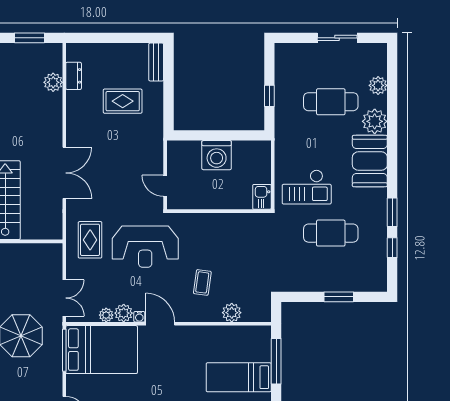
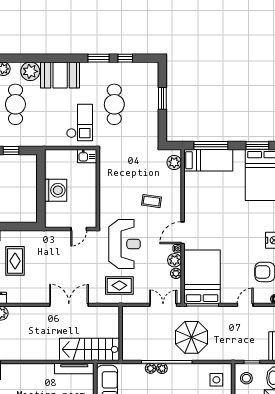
plant: (232, 313) -> (174, 163), moved
bed: (239, 377) -> (208, 160), moved, turned -90

